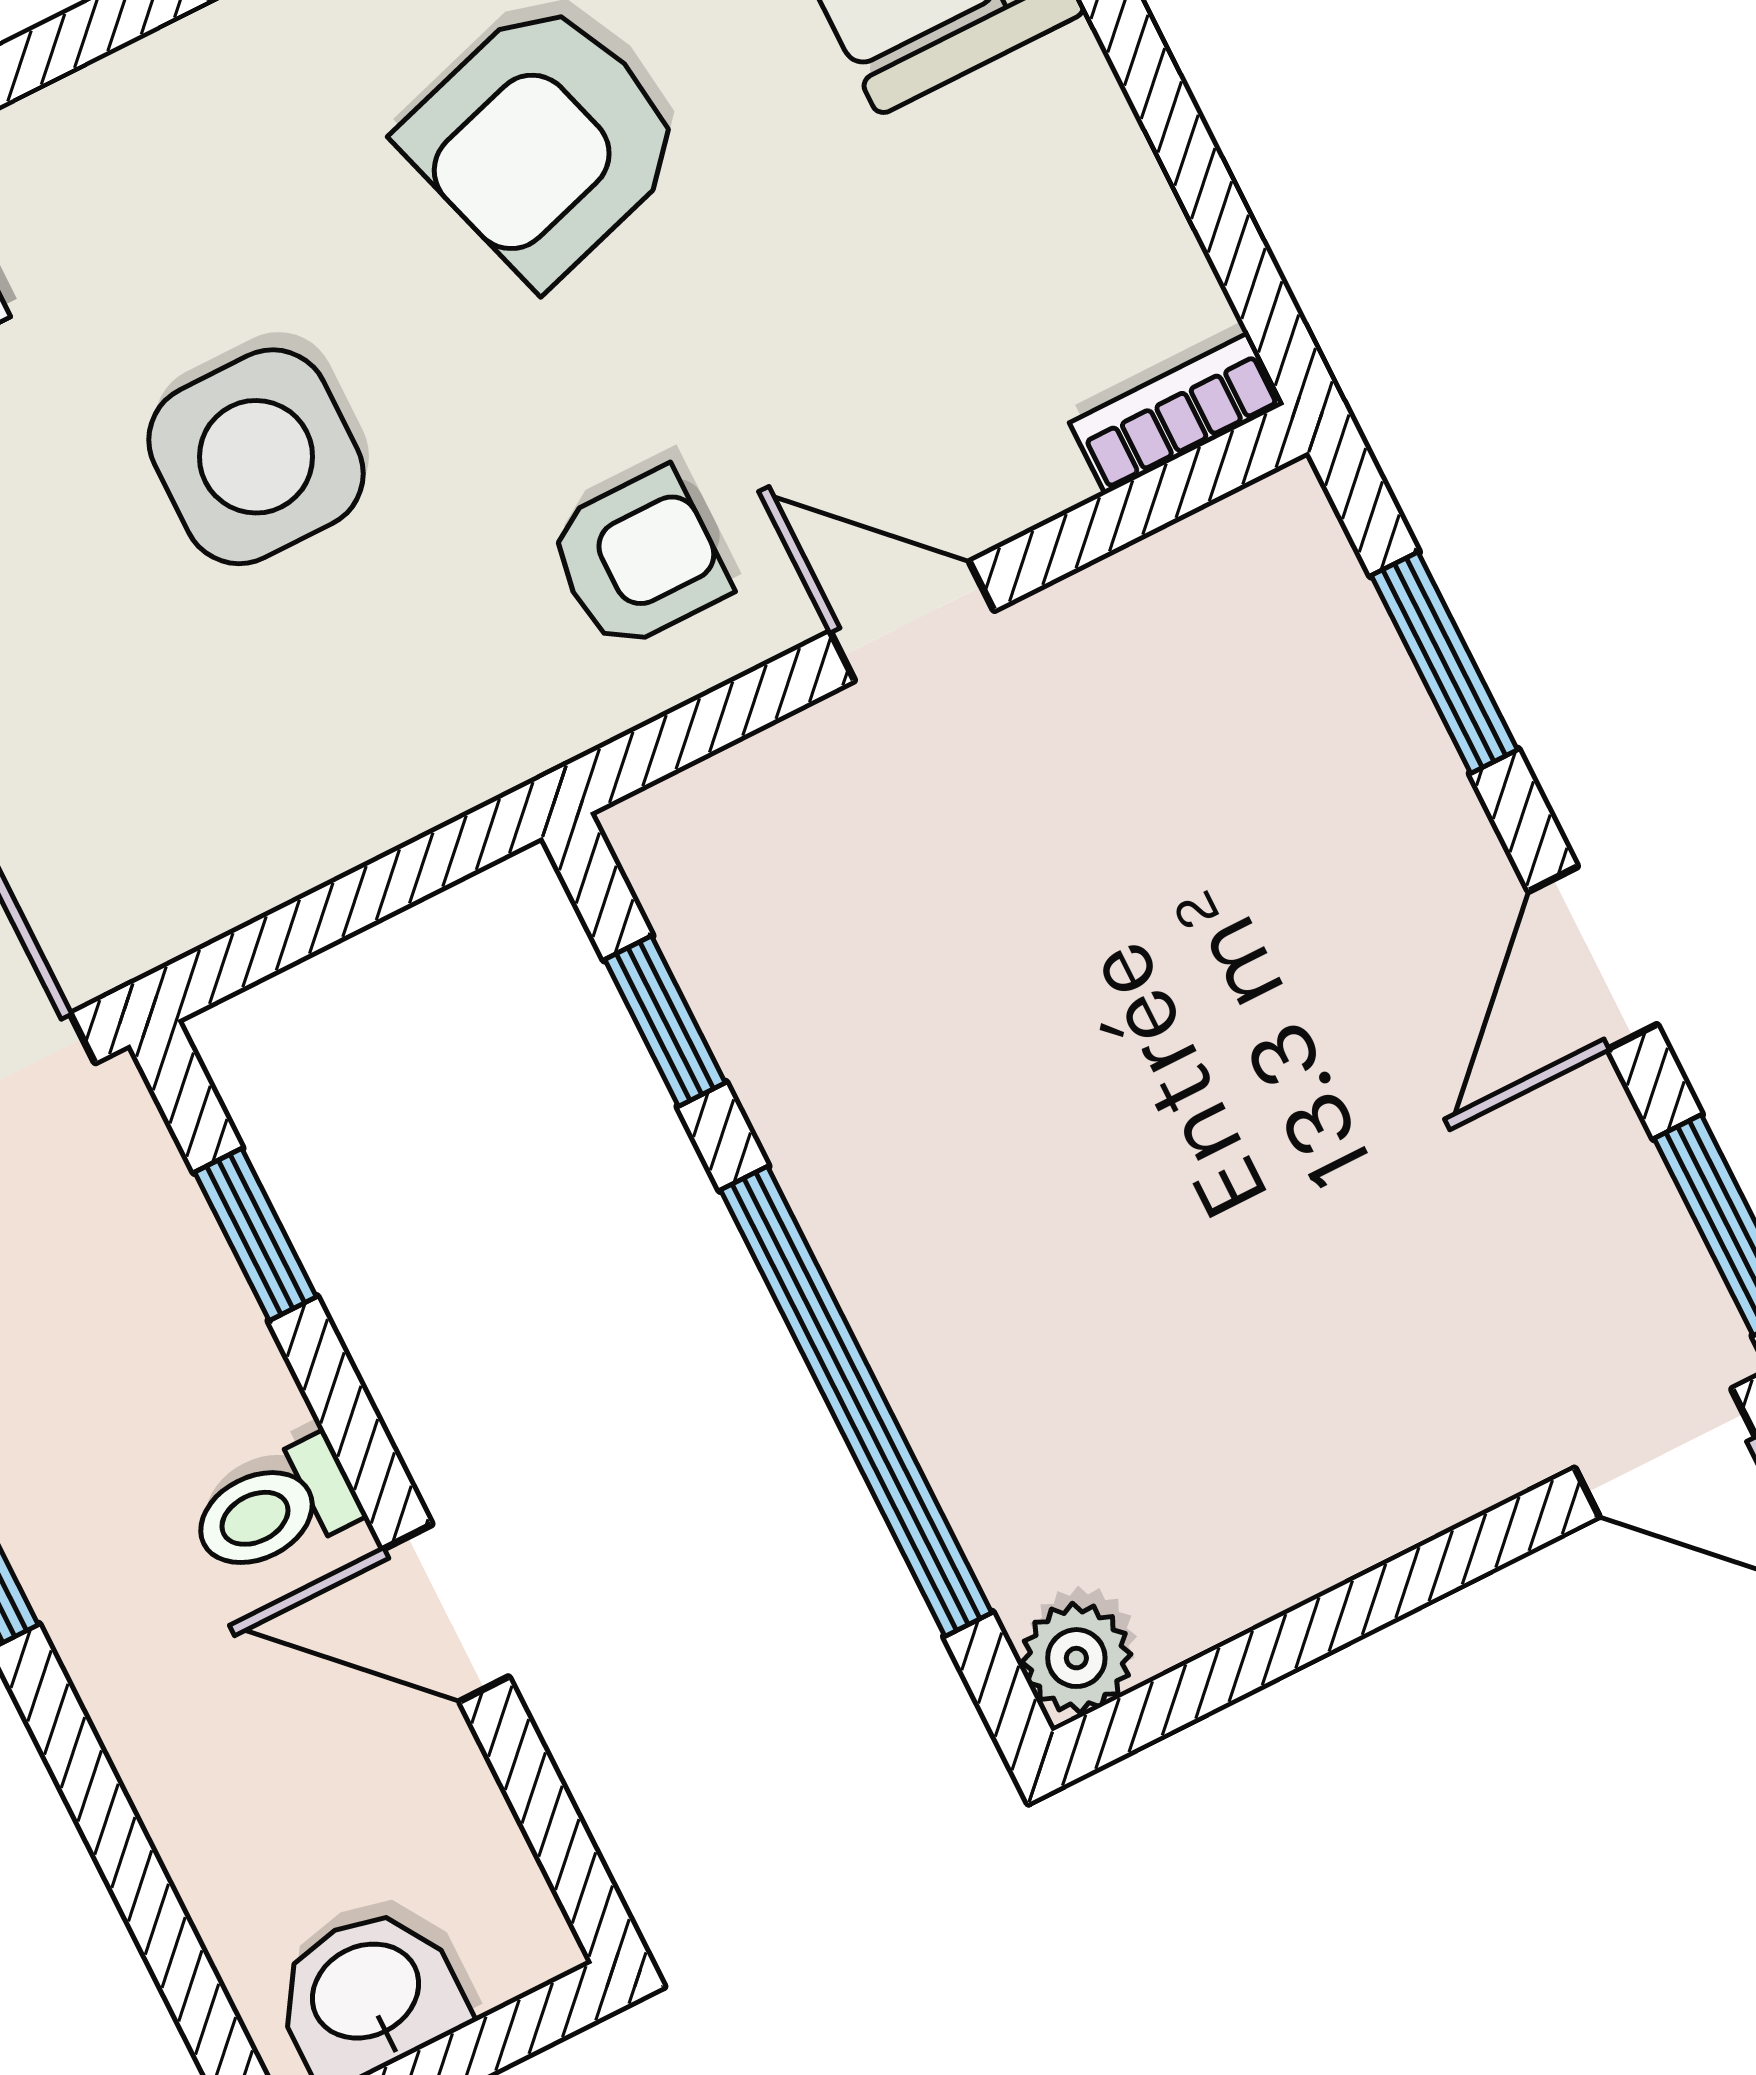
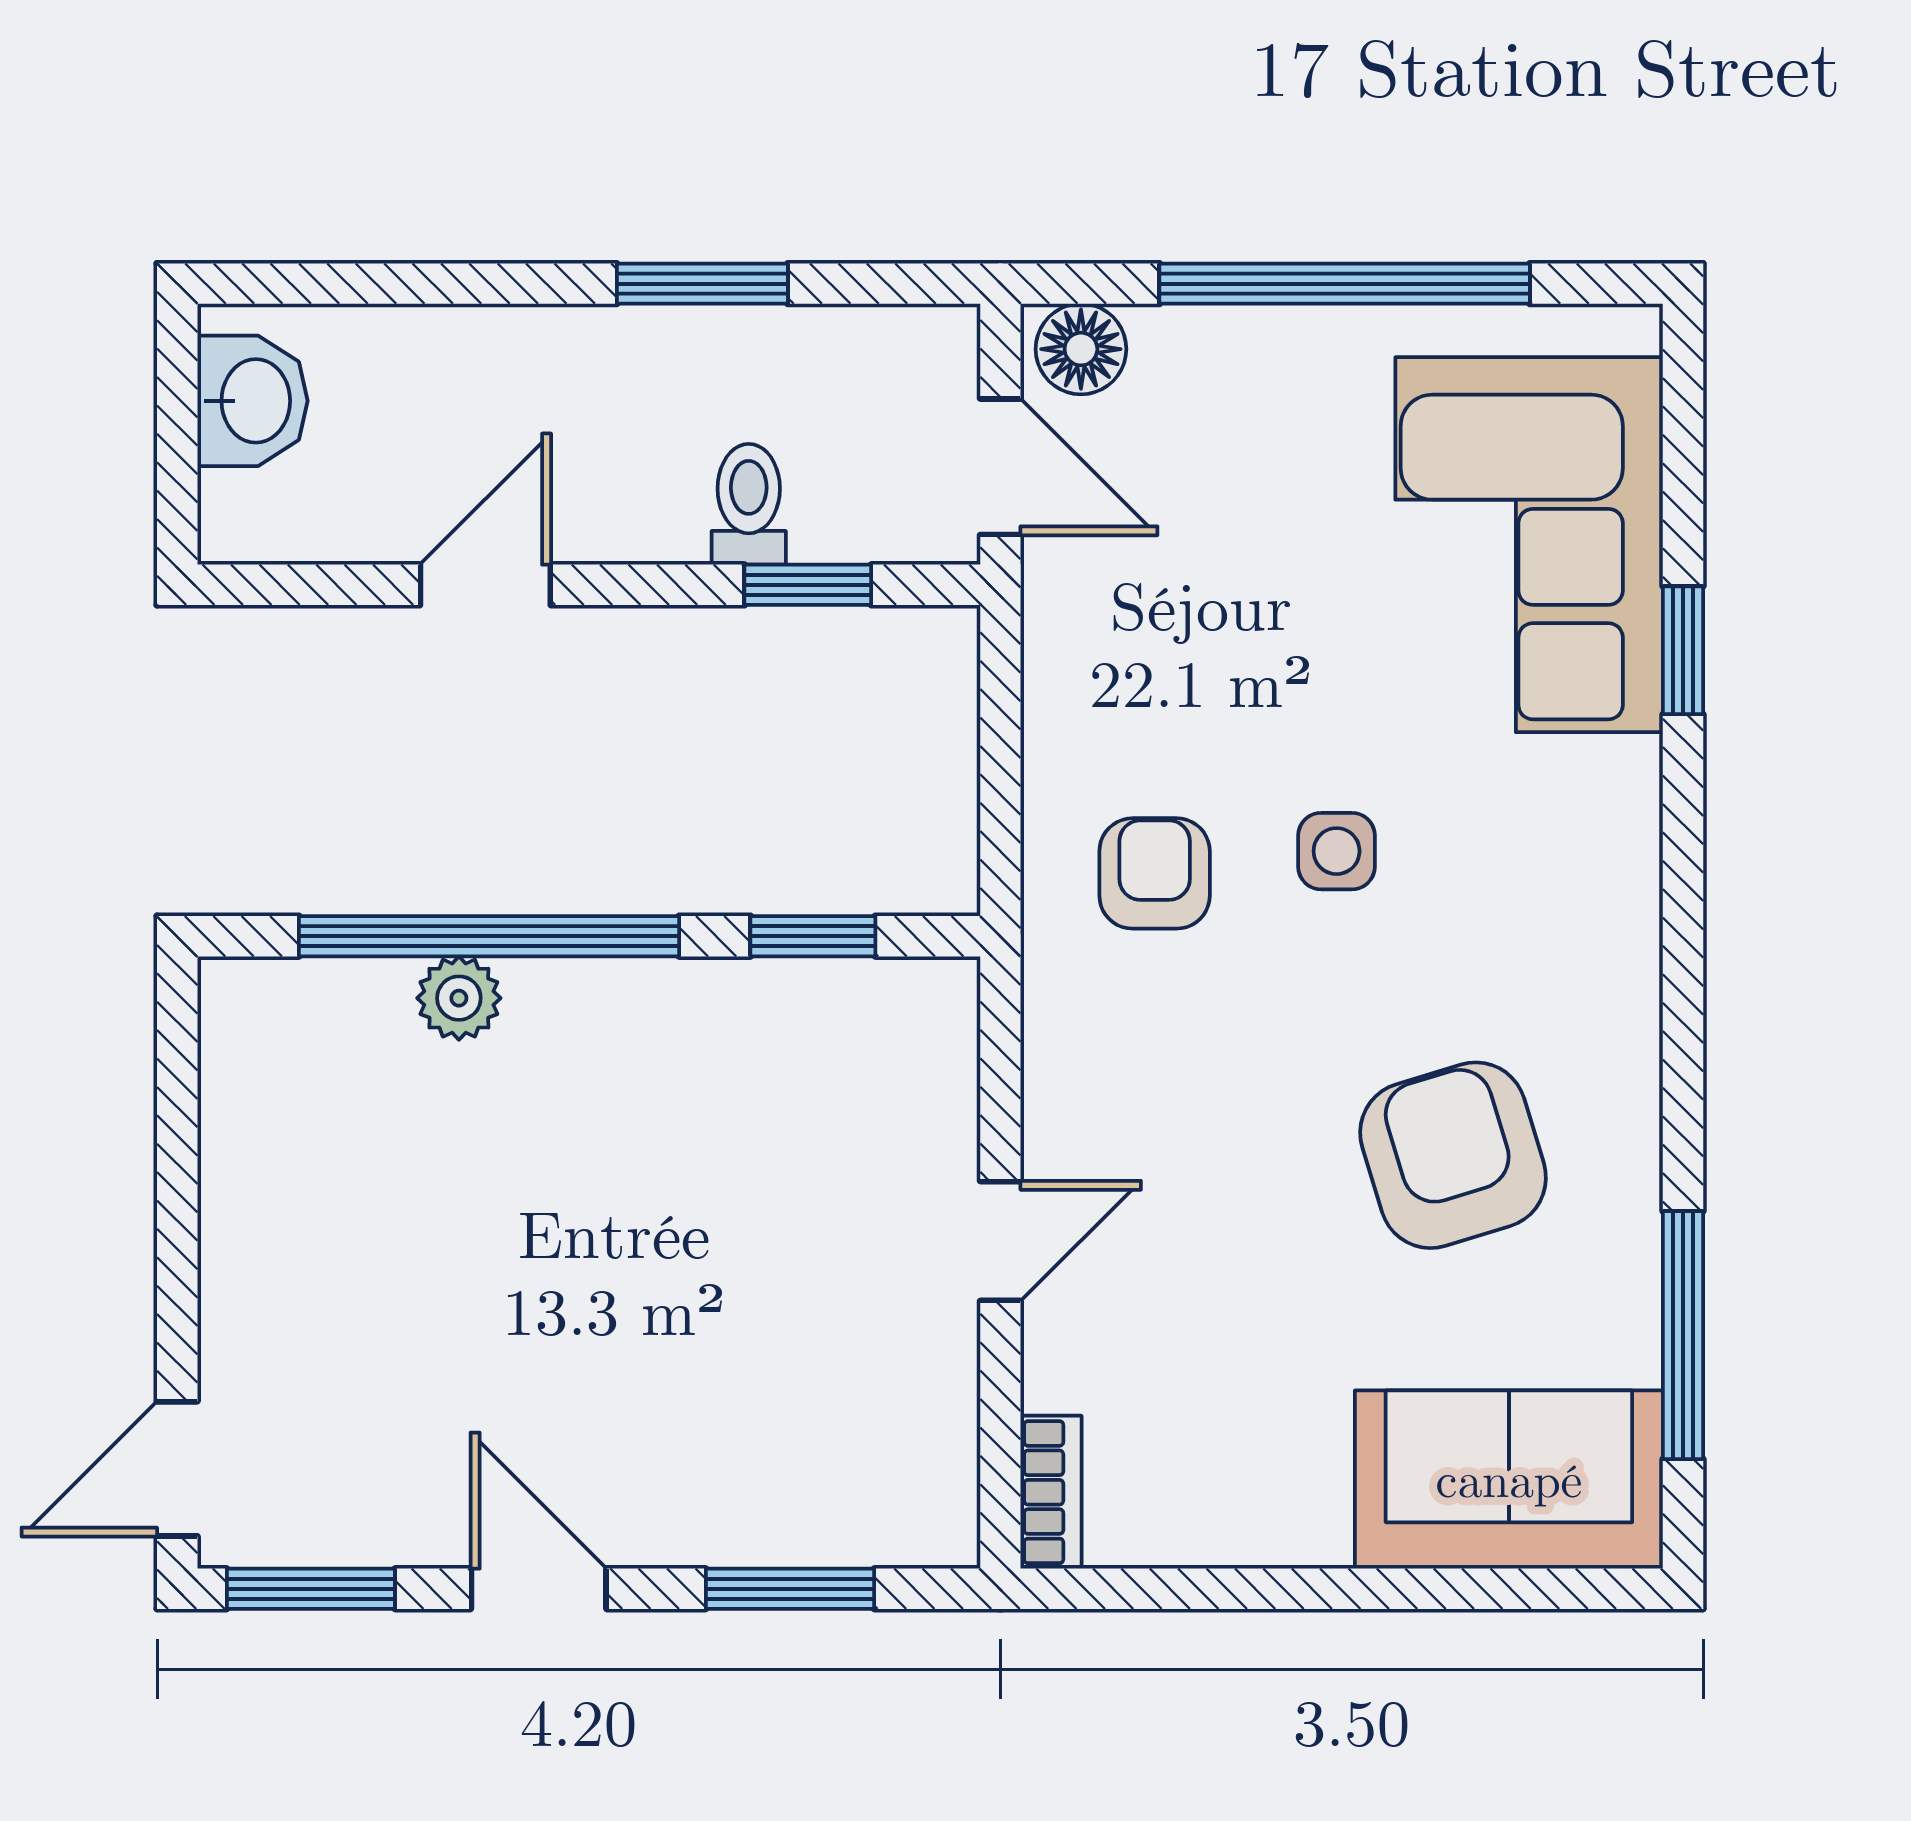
side table: (256, 457) -> (1337, 851), width x0.54, depth x0.54
armchair: (638, 559) -> (1155, 873), moved, turned 180
toilet: (275, 1508) -> (749, 504), moved
plant: (1076, 1658) -> (459, 998), moved

